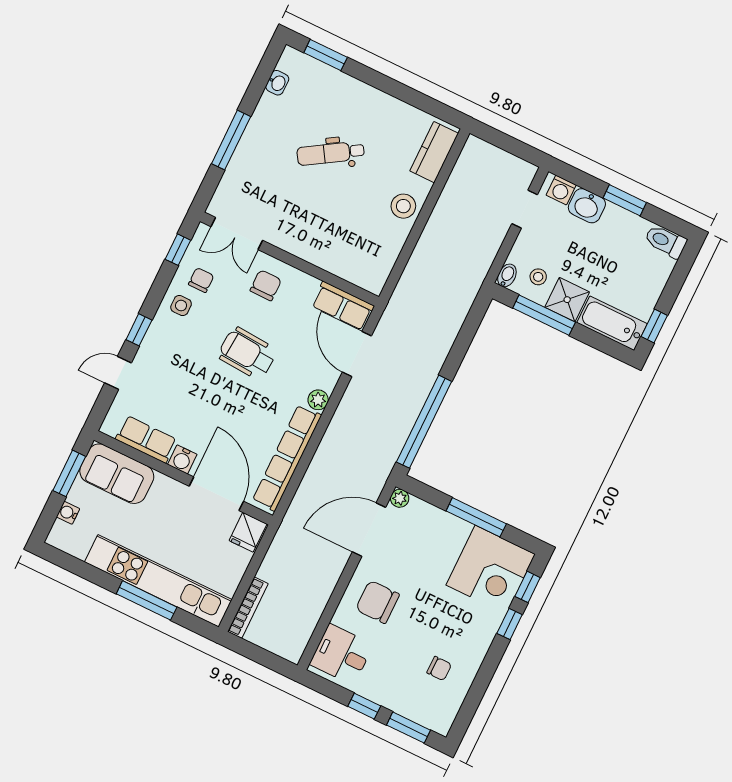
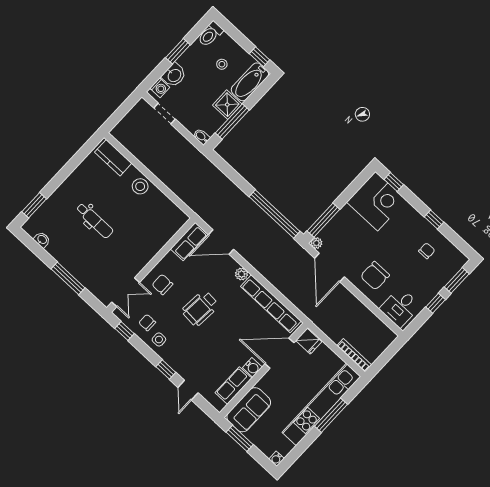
dental chair: (331, 153) -> (95, 221), turned -58
stool: (538, 277) -> (222, 64), moved
water cooler: (68, 513) -> (276, 459), moved
window: (476, 517) -> (323, 220), moved
window: (510, 624) -> (434, 220), moved

